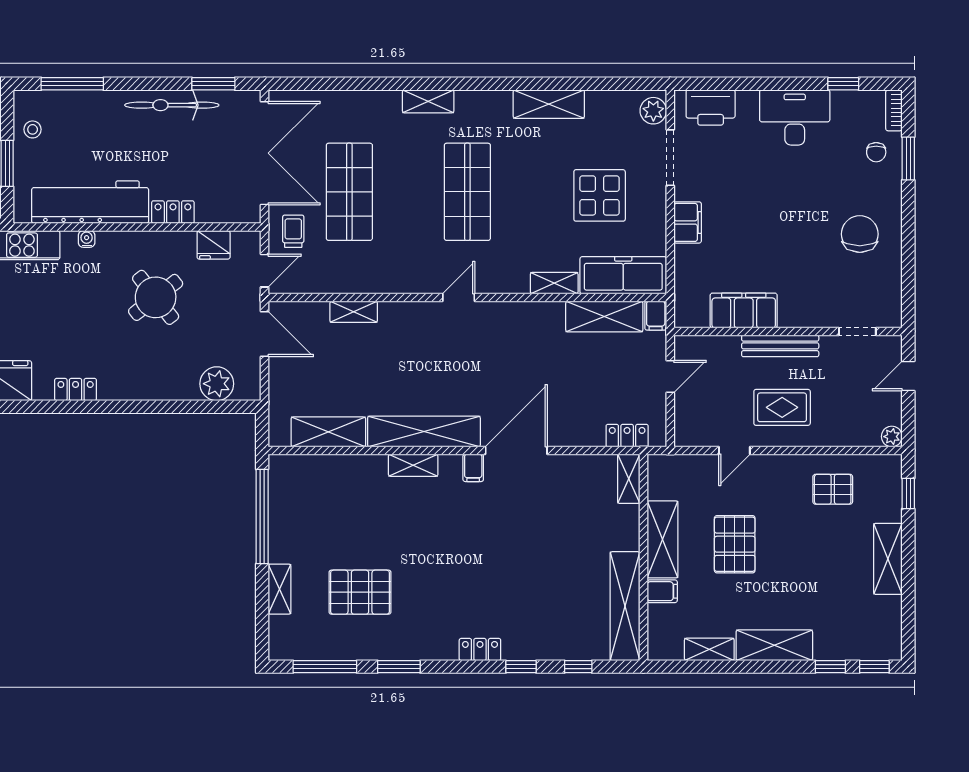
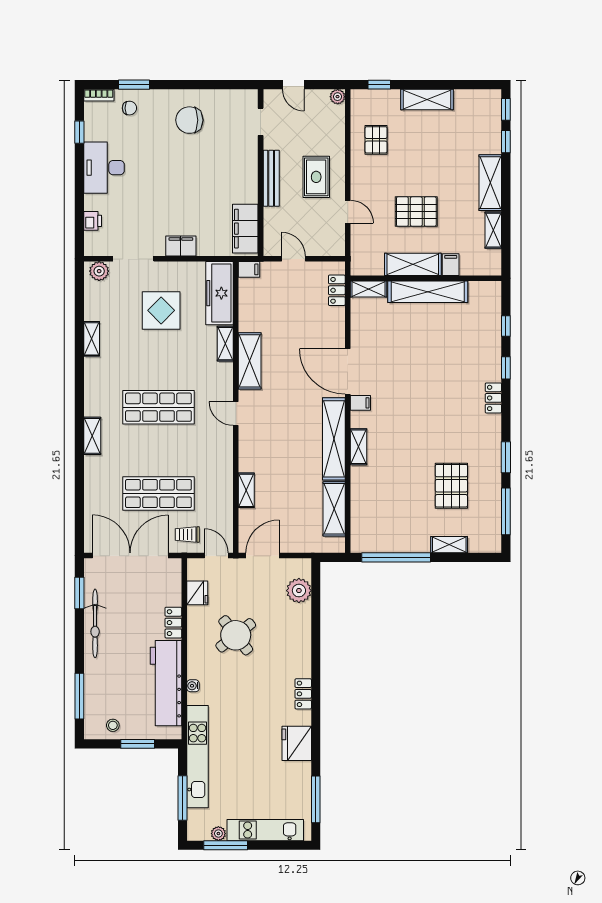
shelving: (549, 104) -> (92, 339), width x0.67, depth x0.75
printer: (711, 107) -> (93, 221), width x0.53, depth x0.68
filing cabinet: (744, 310) -> (245, 229), moved
shelving: (604, 317) -> (250, 361), moved
shelving: (625, 606) -> (428, 292), moved

